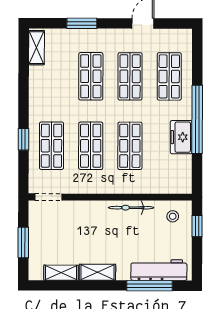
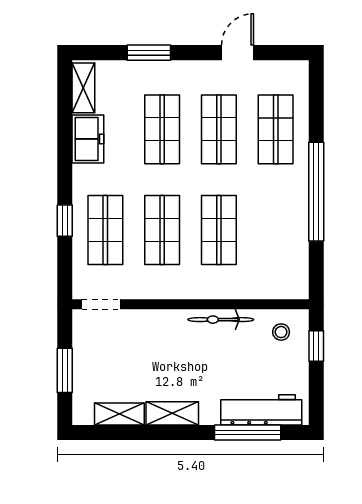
freezer: (181, 137) -> (88, 139), moved, turned 180

